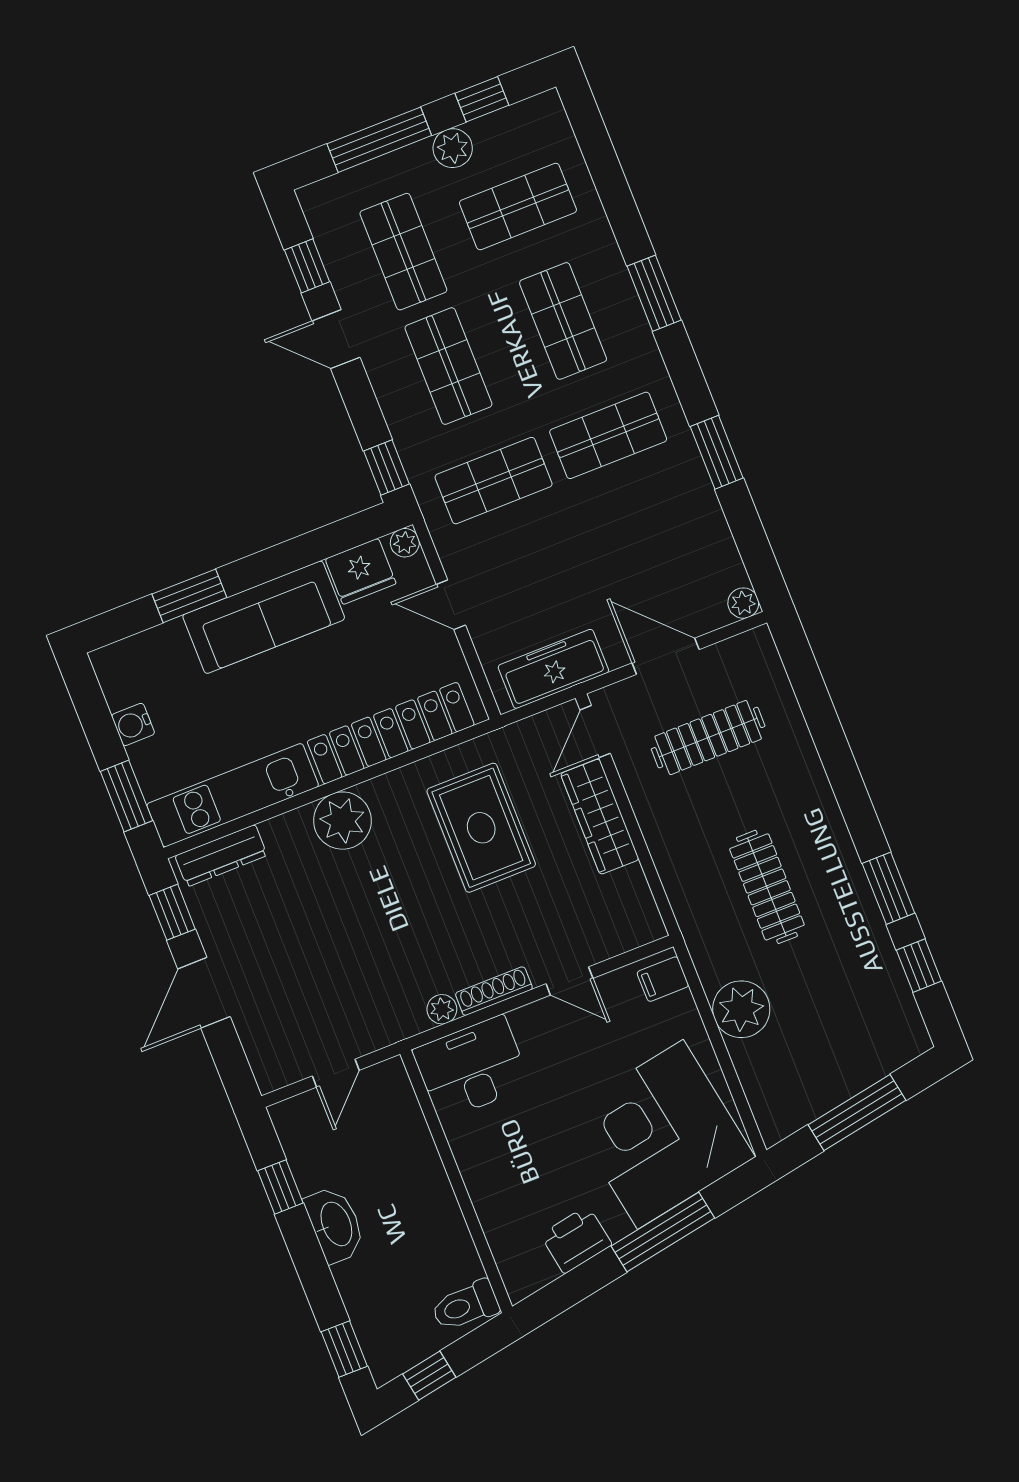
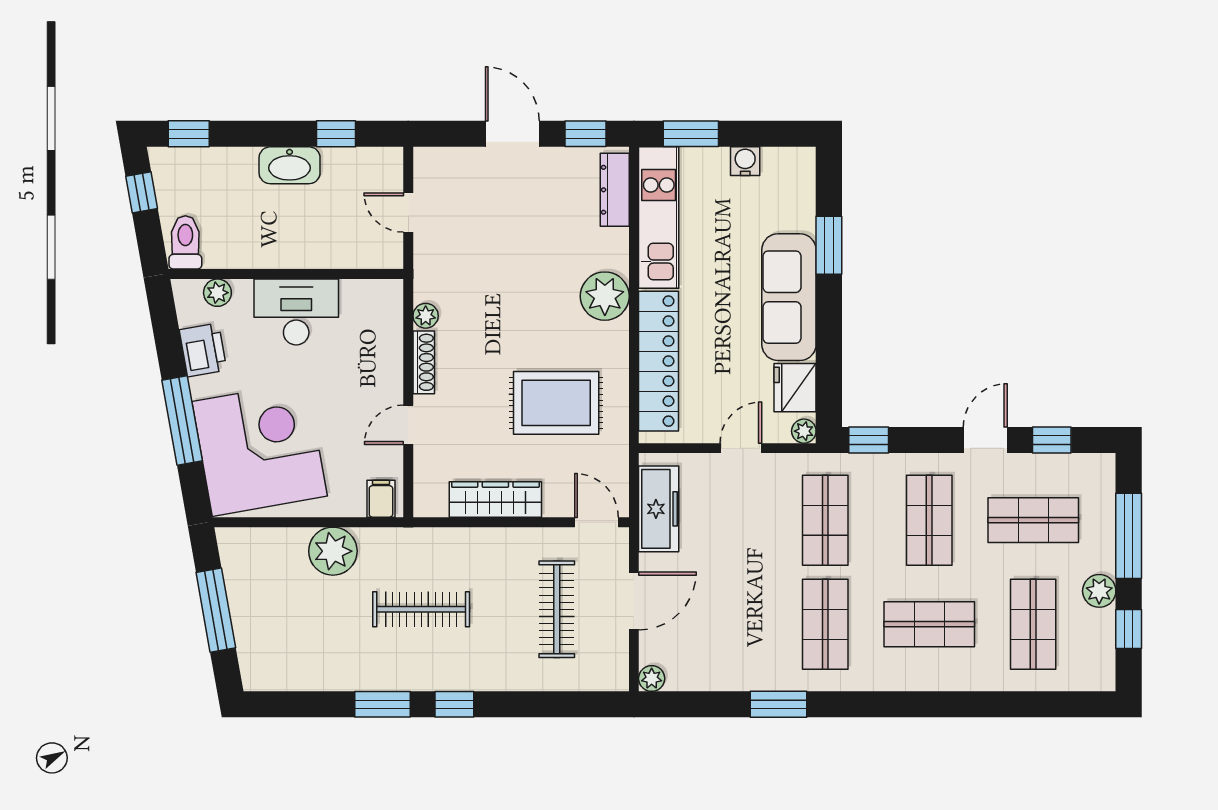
window: (654, 293) -> (923, 704), removed
shop shelf: (448, 366) -> (929, 520), turned 90
wardrobe: (600, 817) -> (495, 500), moved
window: (919, 966) -> (454, 704), moved
desk: (472, 1068) -> (296, 312), moved, turned -90
plant: (507, 1249) -> (217, 293), added

